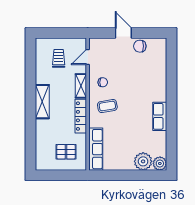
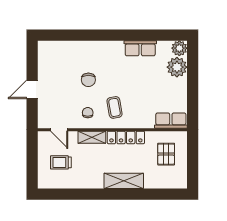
chair: (140, 46) -> (88, 80), moved
shelving: (42, 102) -> (124, 181), moved
row of seats: (160, 116) -> (140, 48), moved
row of seats: (96, 149) -> (171, 121), width x0.68

